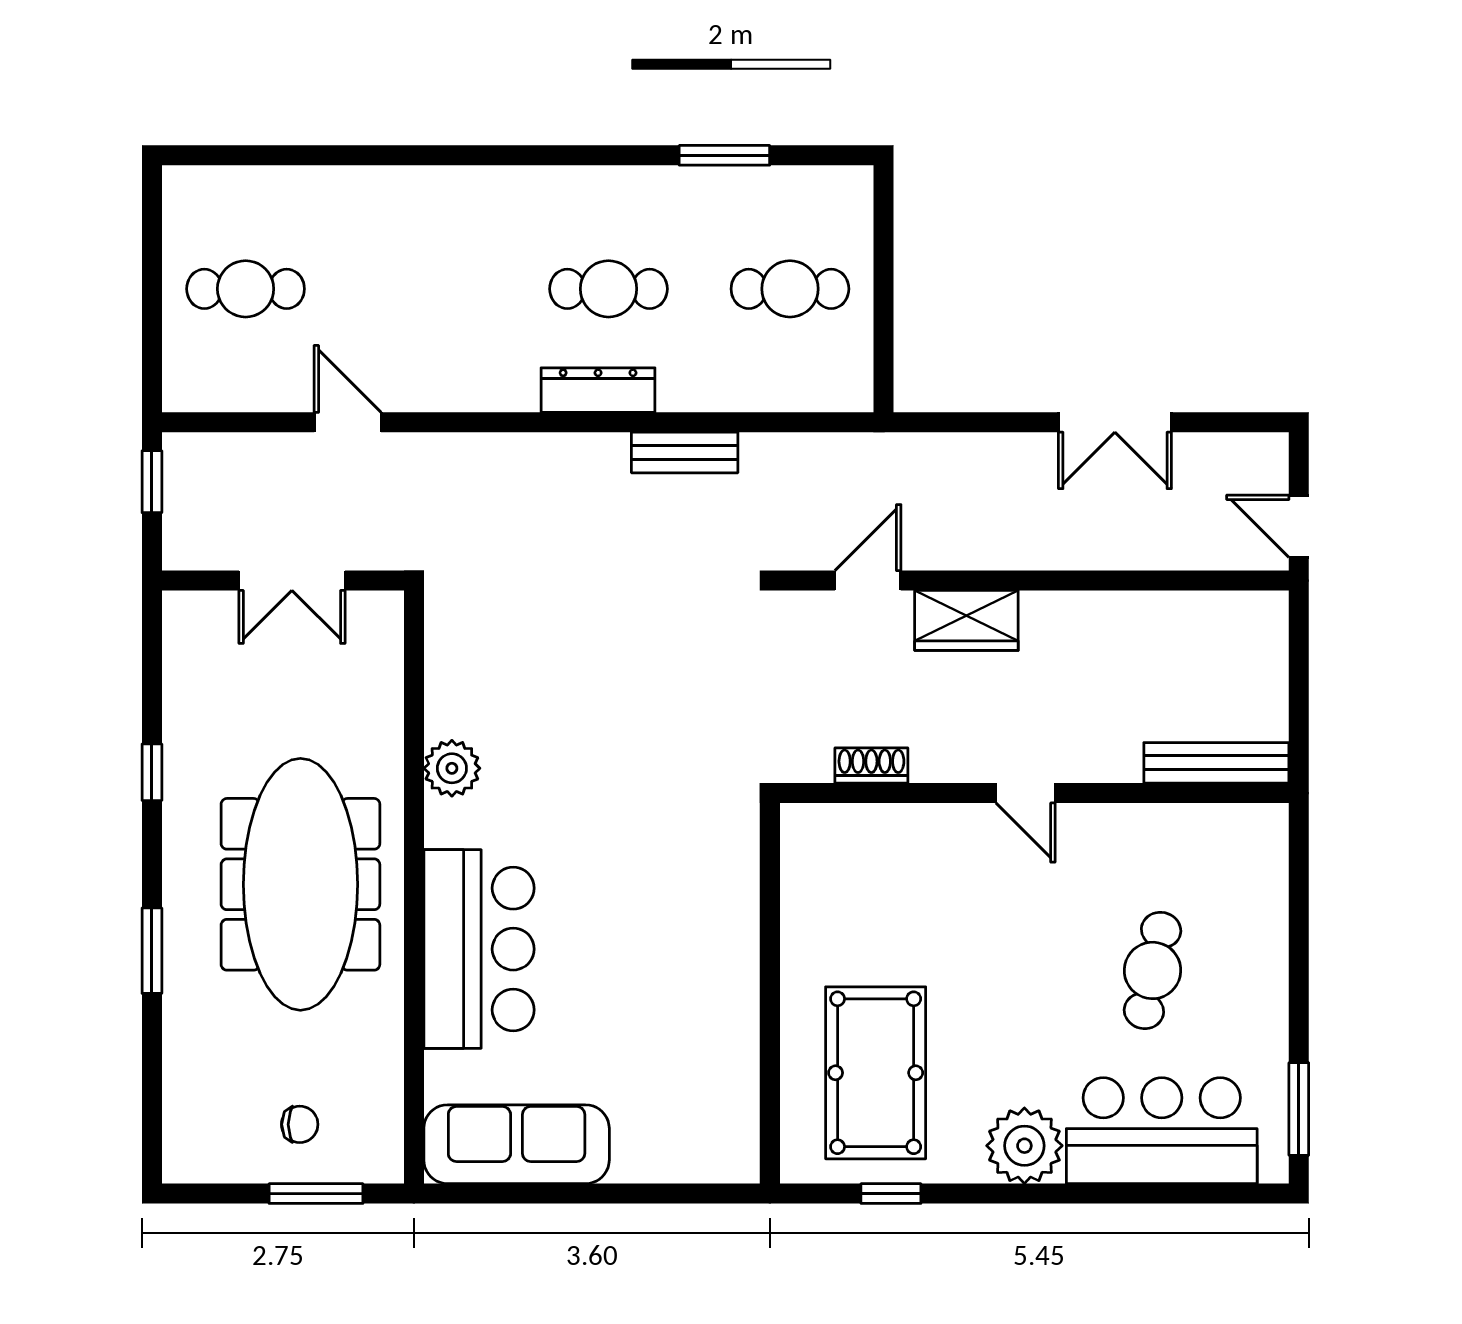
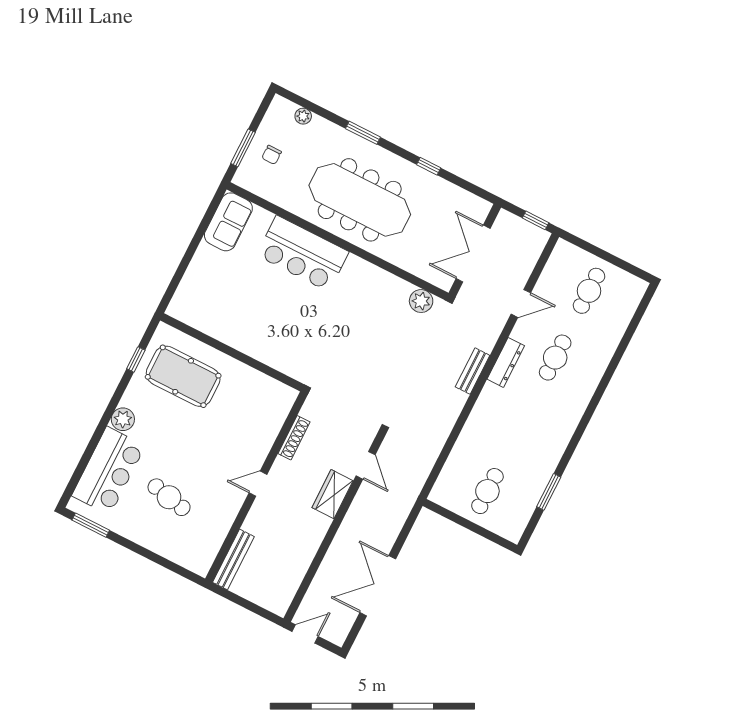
cafe table: (608, 289) -> (555, 358), moved
dresser: (598, 390) -> (506, 362), moved
double door: (1115, 422) -> (378, 586), width x1.37
bench: (685, 453) -> (473, 371), moved
double door: (292, 581) -> (473, 253), width x1.37
shoe rack: (871, 766) -> (294, 438), width x1.43
plant: (452, 768) -> (421, 301), moved
plant: (181, 1098) -> (303, 116), added
sofa: (517, 1144) -> (228, 222), width x0.73
plant: (1024, 1146) -> (123, 419), width x0.73, depth x0.73

